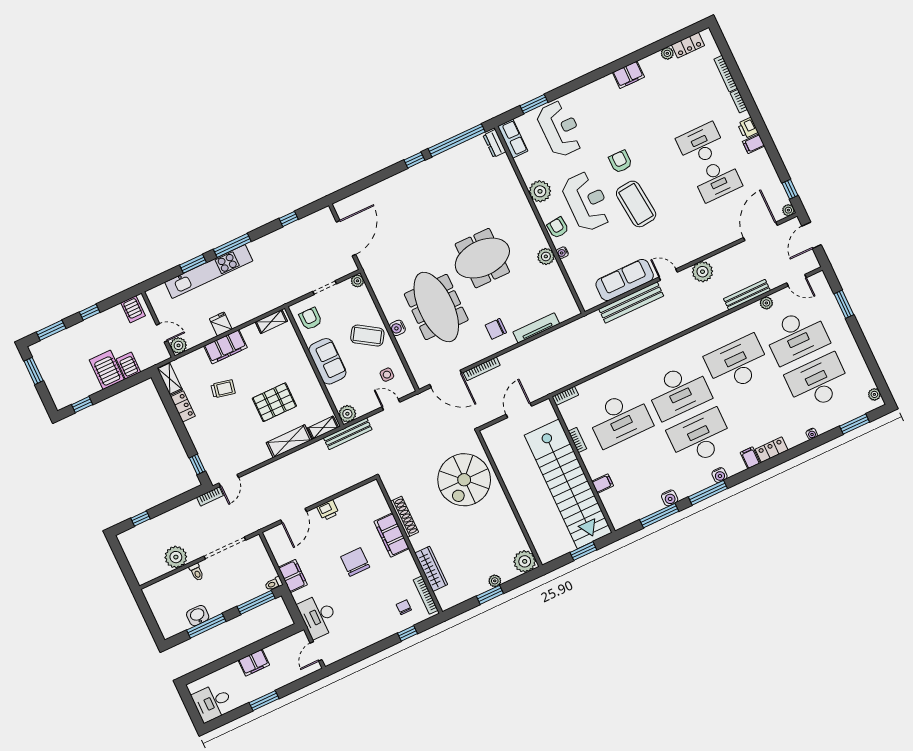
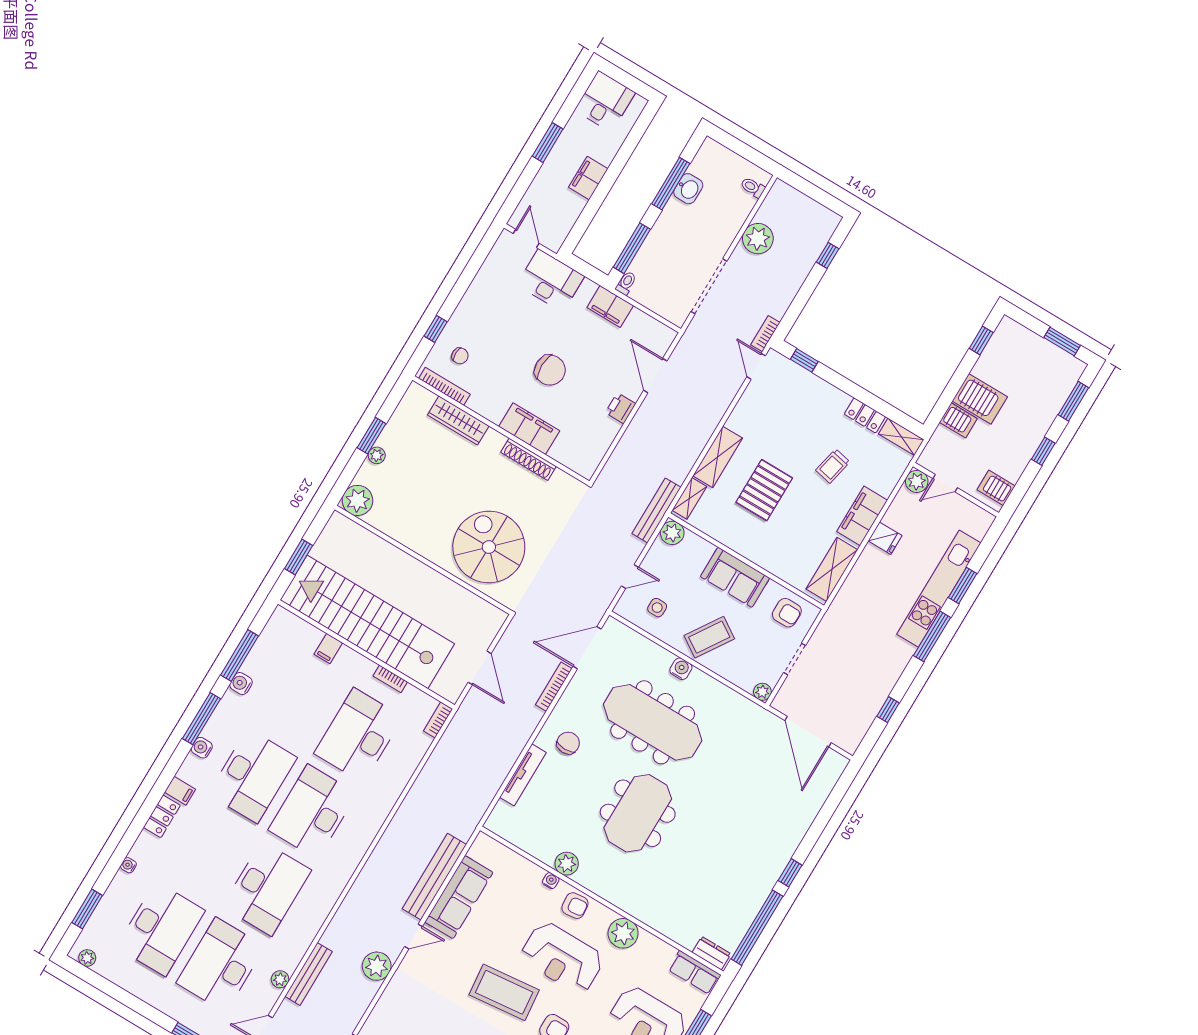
shelving: (271, 322) -> (832, 569), width x1.50, depth x1.33
toilet: (196, 572) -> (753, 187), moved

